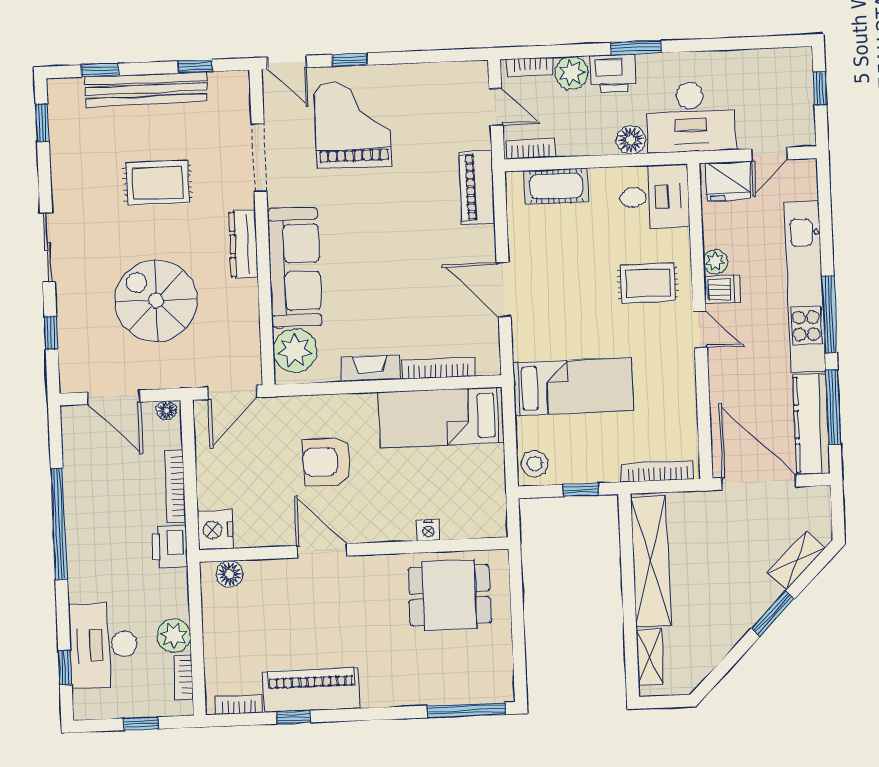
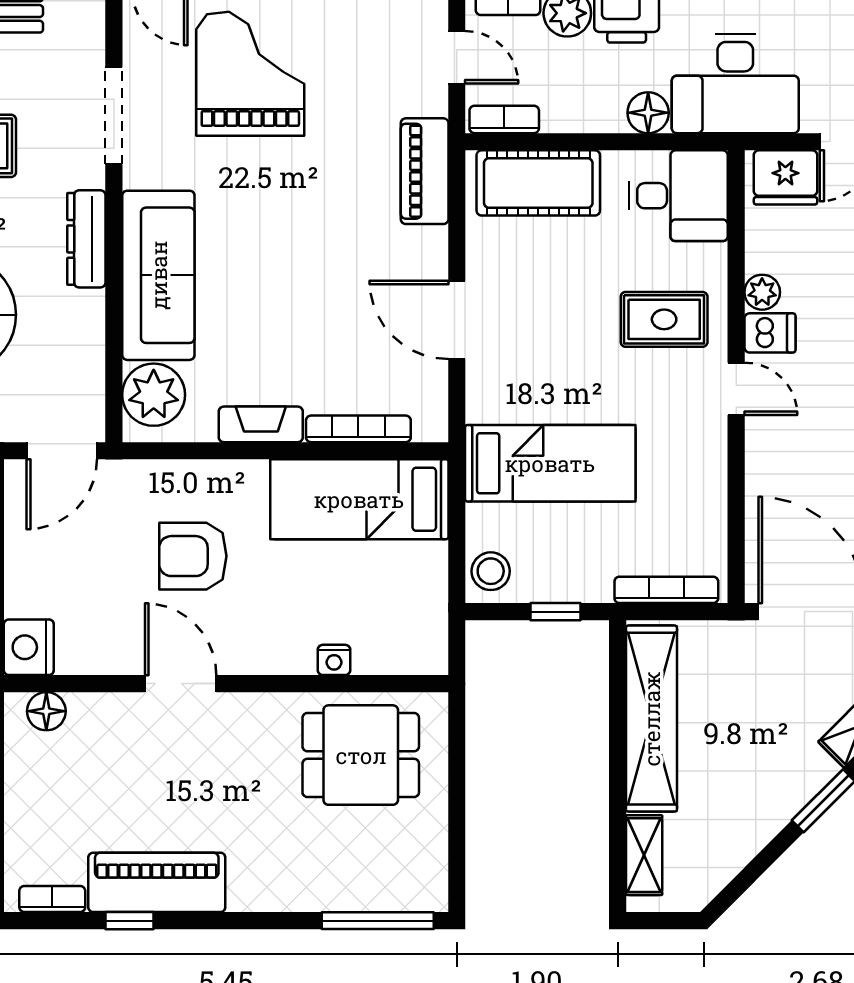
cot: (556, 186) -> (538, 183), width x1.37, depth x1.34

